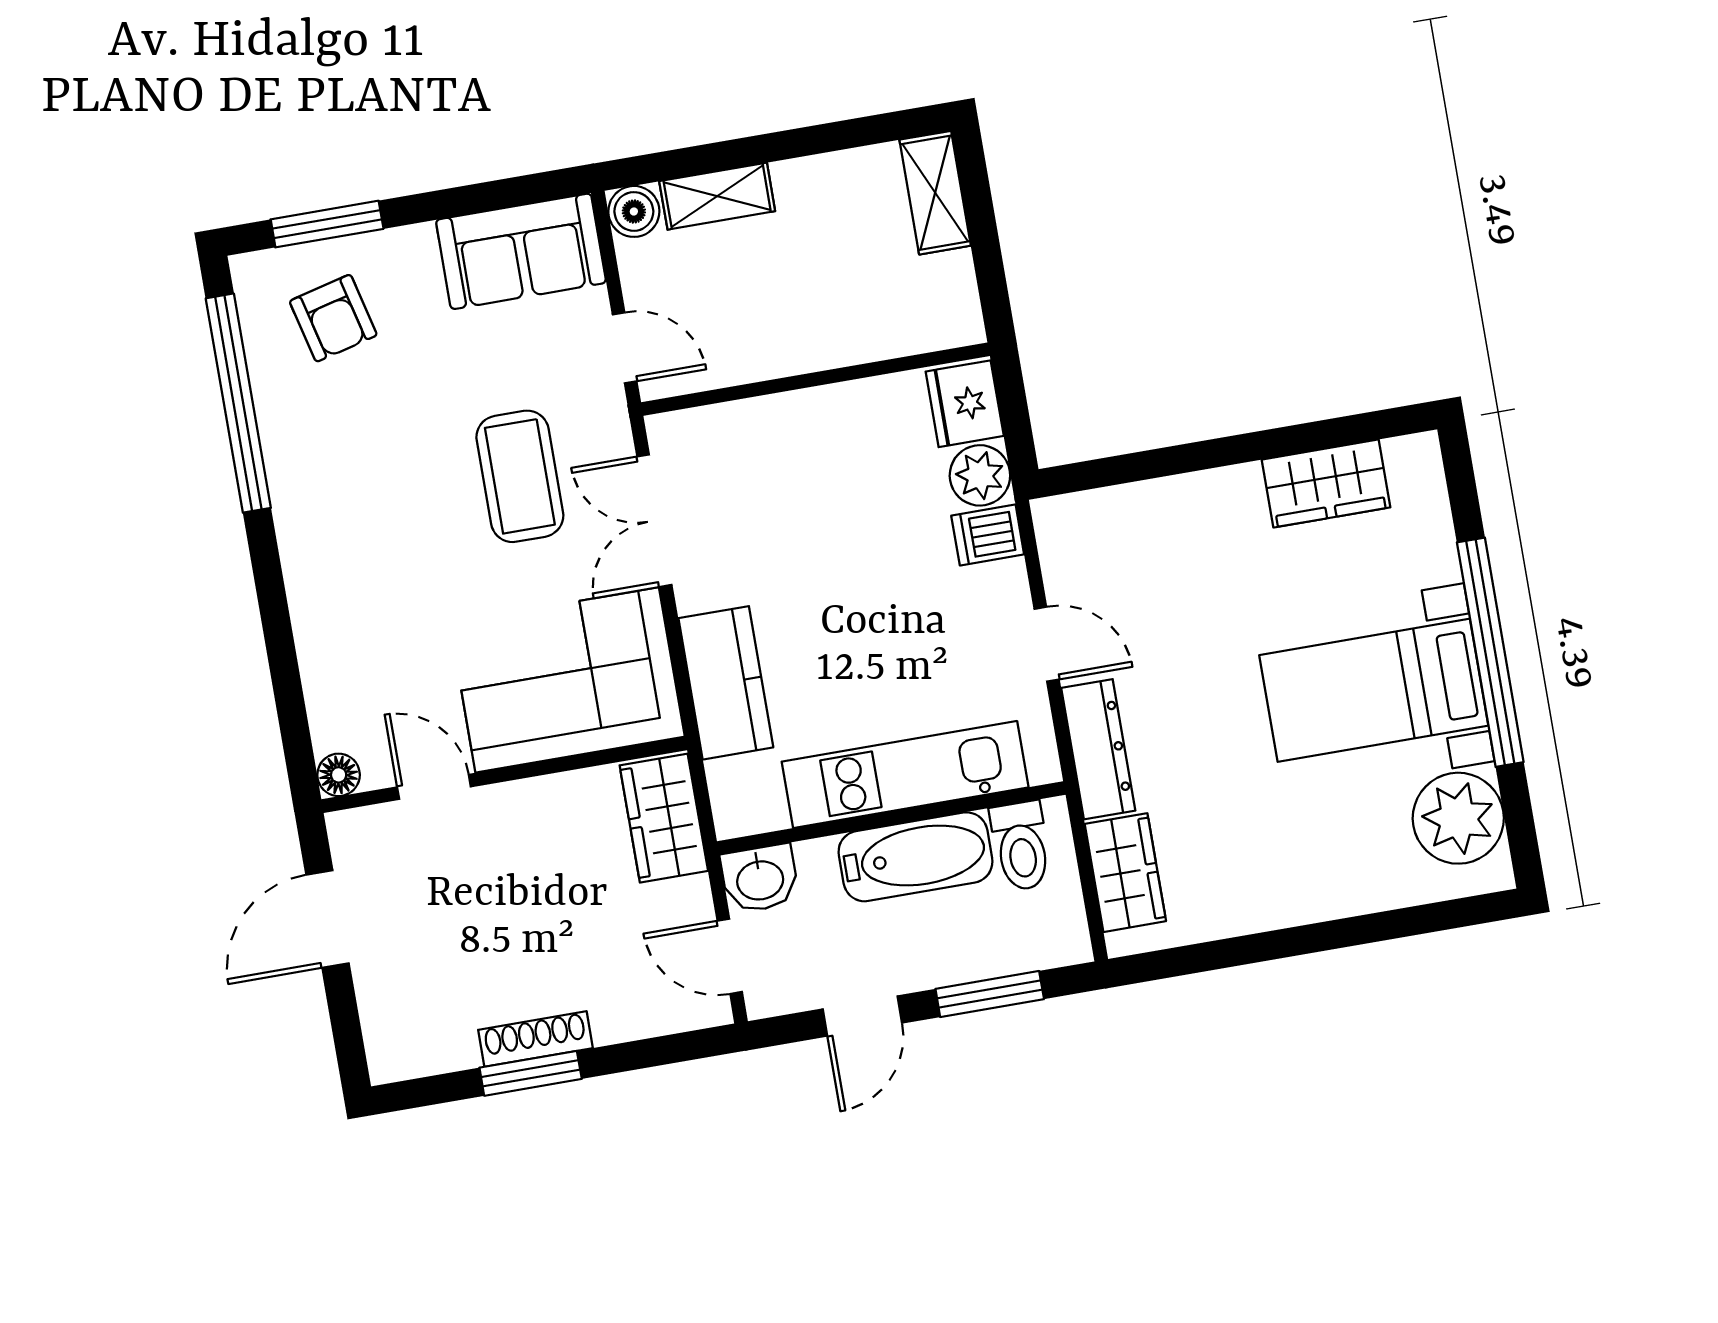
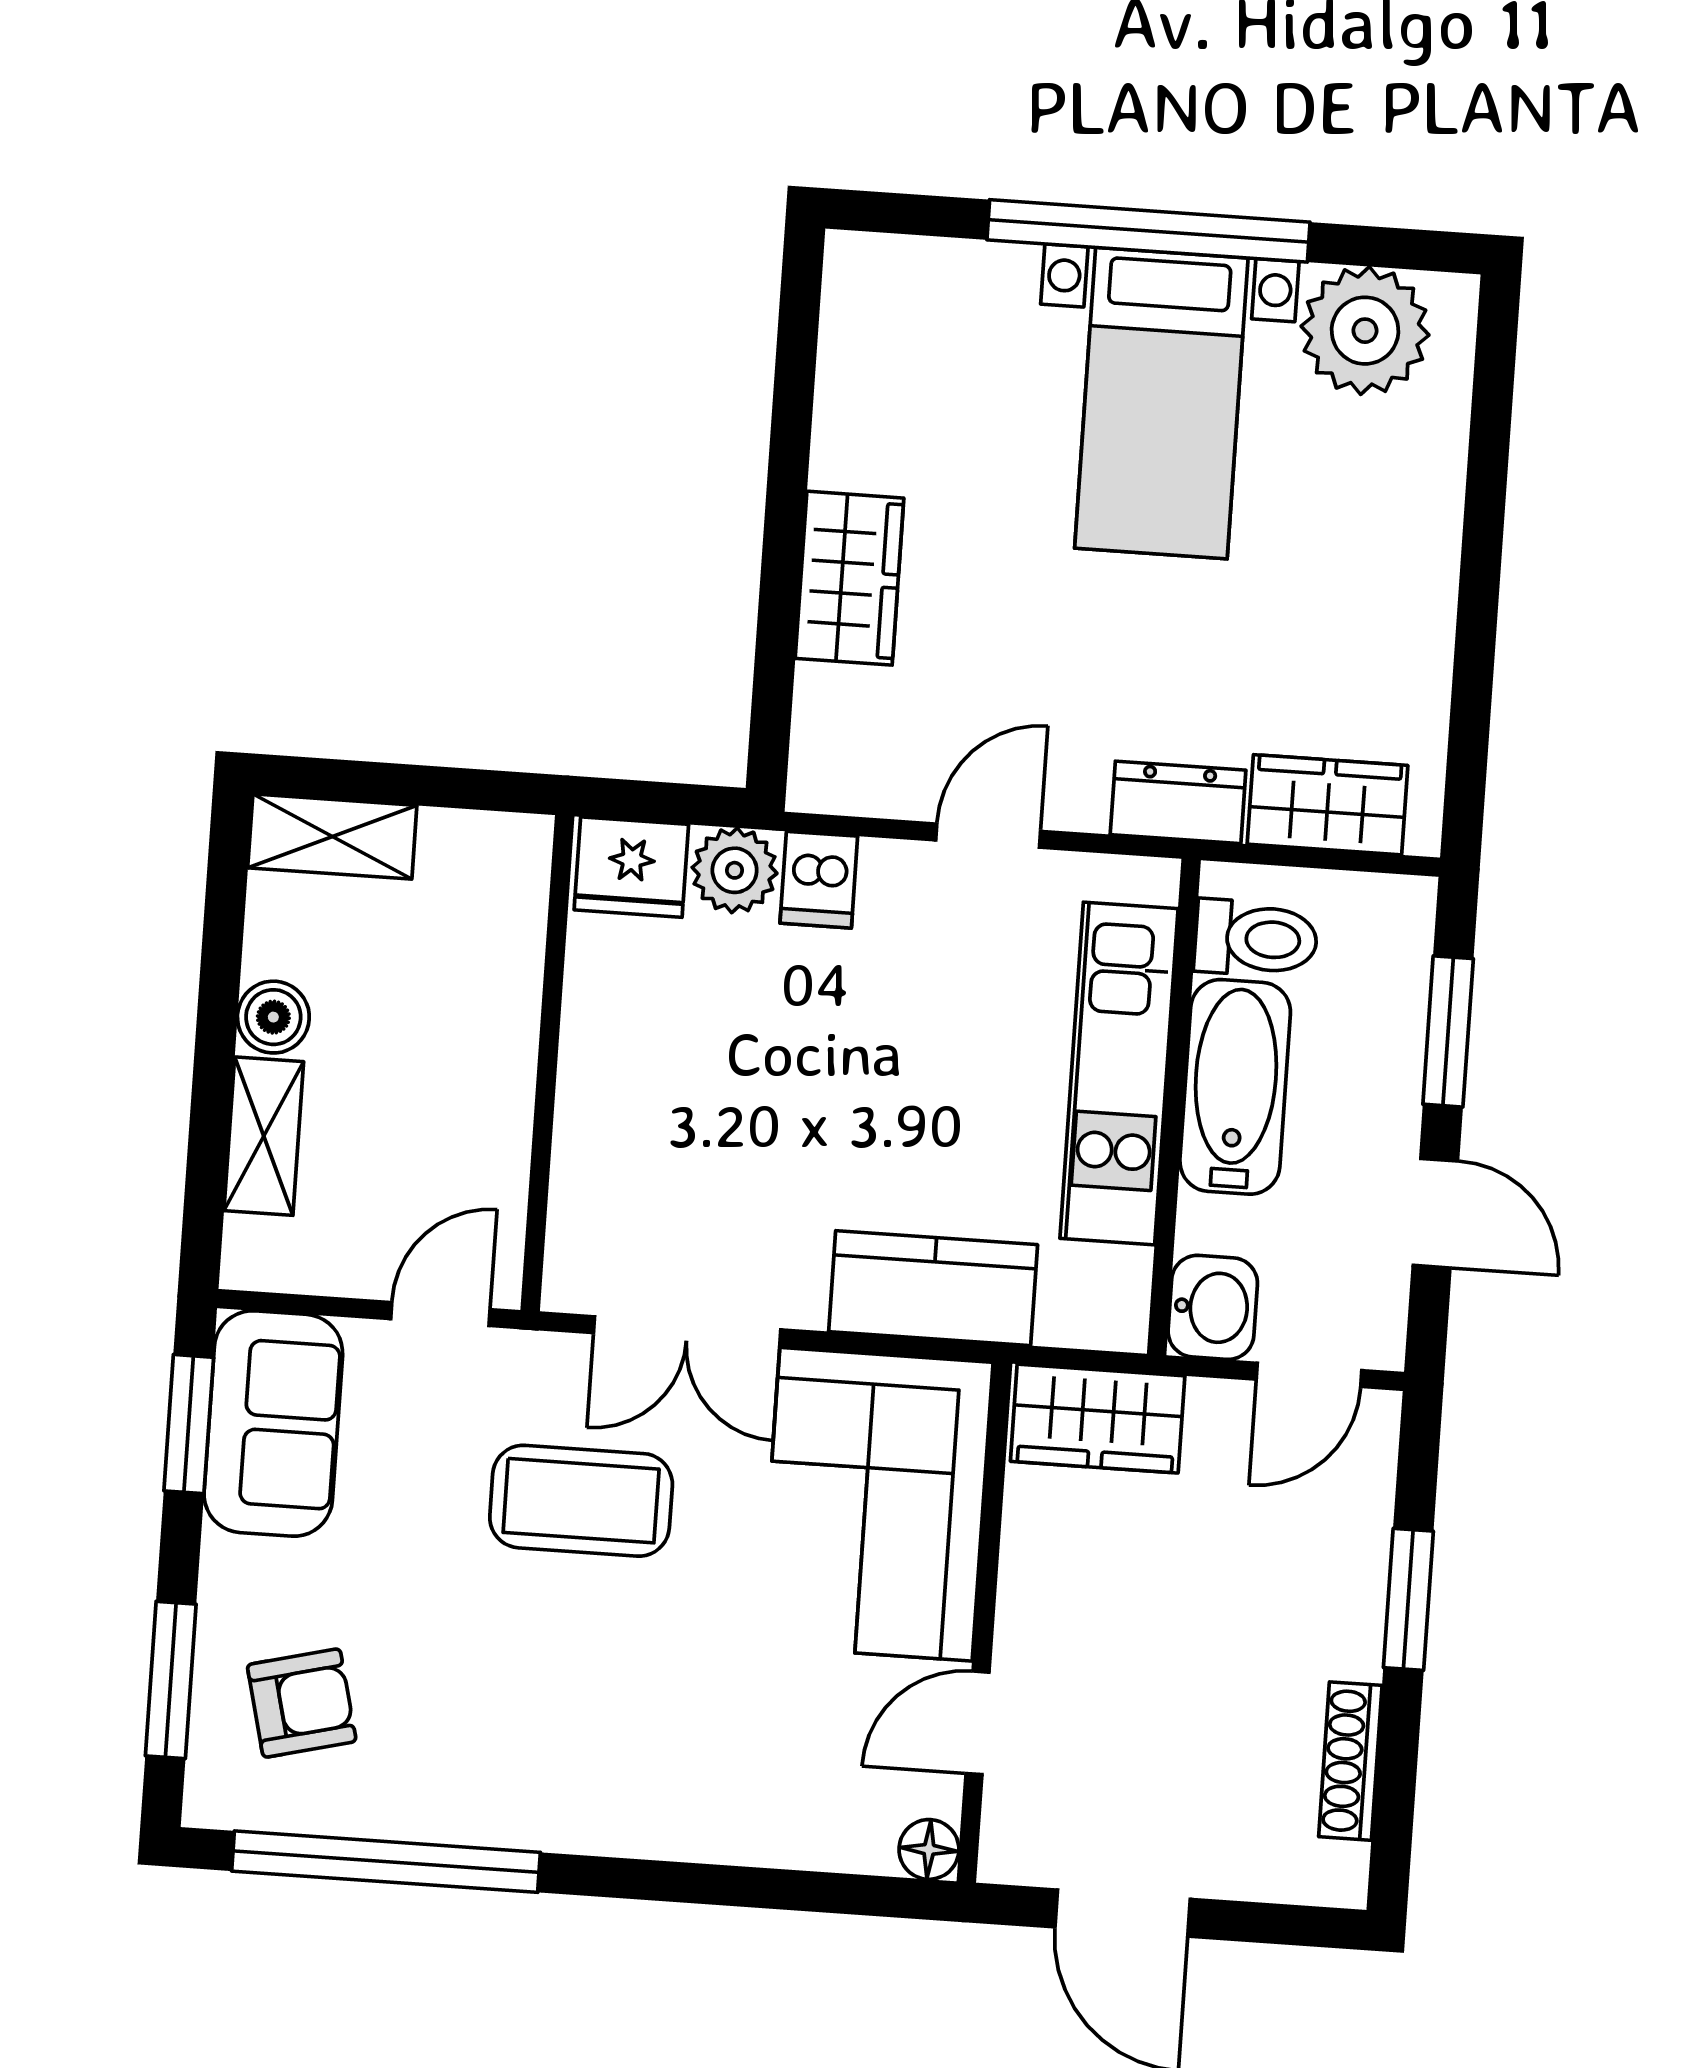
window: (506, 193) -> (189, 1424), added
boiler: (634, 211) -> (273, 1017), moved
wardrobe: (1326, 483) -> (850, 578), moved
dresser: (1098, 749) -> (1178, 802), width x0.70
shoe rack: (535, 1039) -> (1350, 1761), moved
window: (531, 1073) -> (1408, 1599), moved

